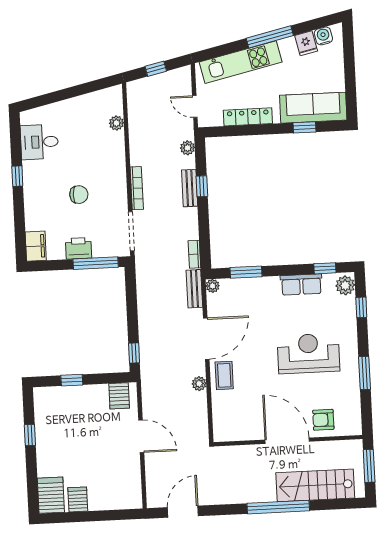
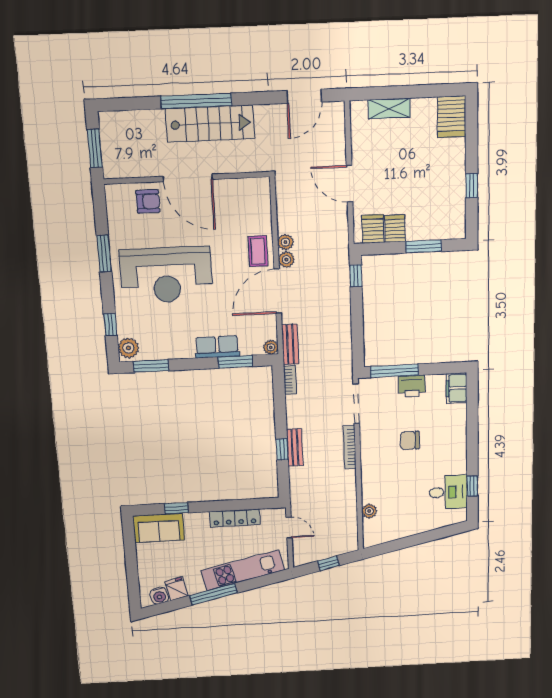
sofa: (313, 108) -> (159, 528), width x0.73
plant: (187, 148) -> (286, 260), moved
window: (17, 176) -> (472, 486), moved
window: (325, 268) -> (151, 366), width x1.50
row of seats: (301, 285) -> (217, 347), moved
reception desk: (308, 353) -> (166, 275), width x1.36, depth x1.30
window: (72, 380) -> (424, 246), width x1.50
stairs: (315, 485) -> (210, 124), moved
server rack: (78, 499) -> (395, 229), moved, turned 180
shelving: (107, 502) -> (389, 109), added

